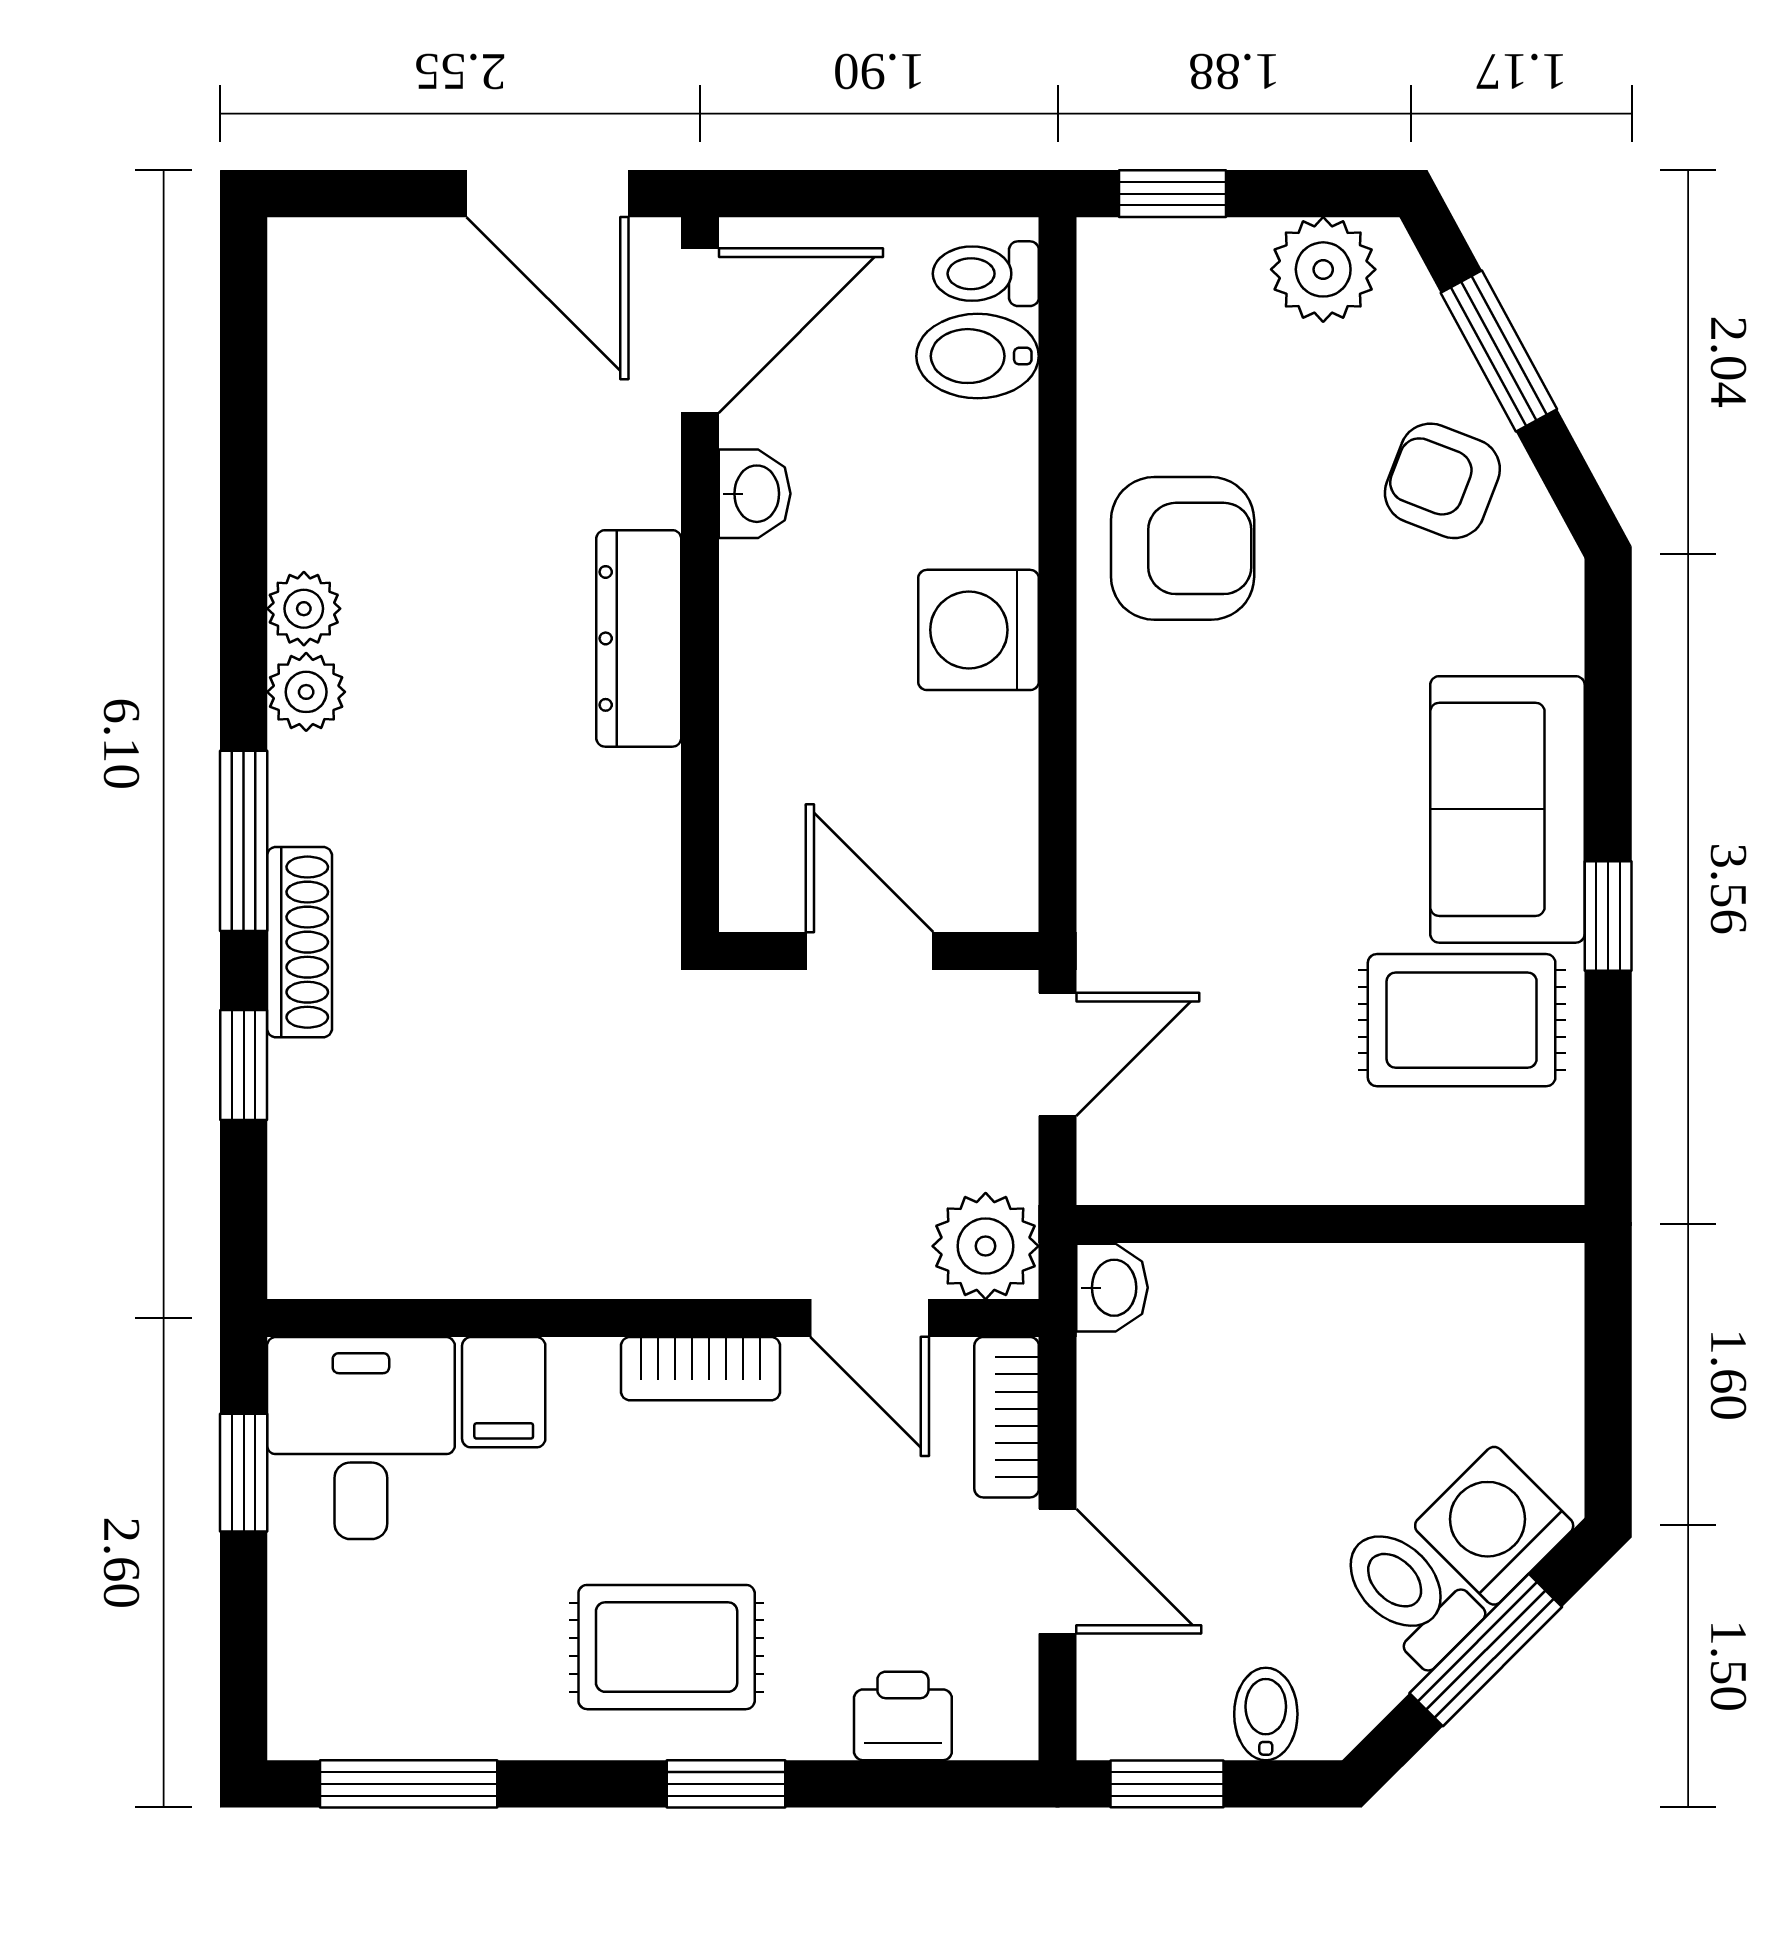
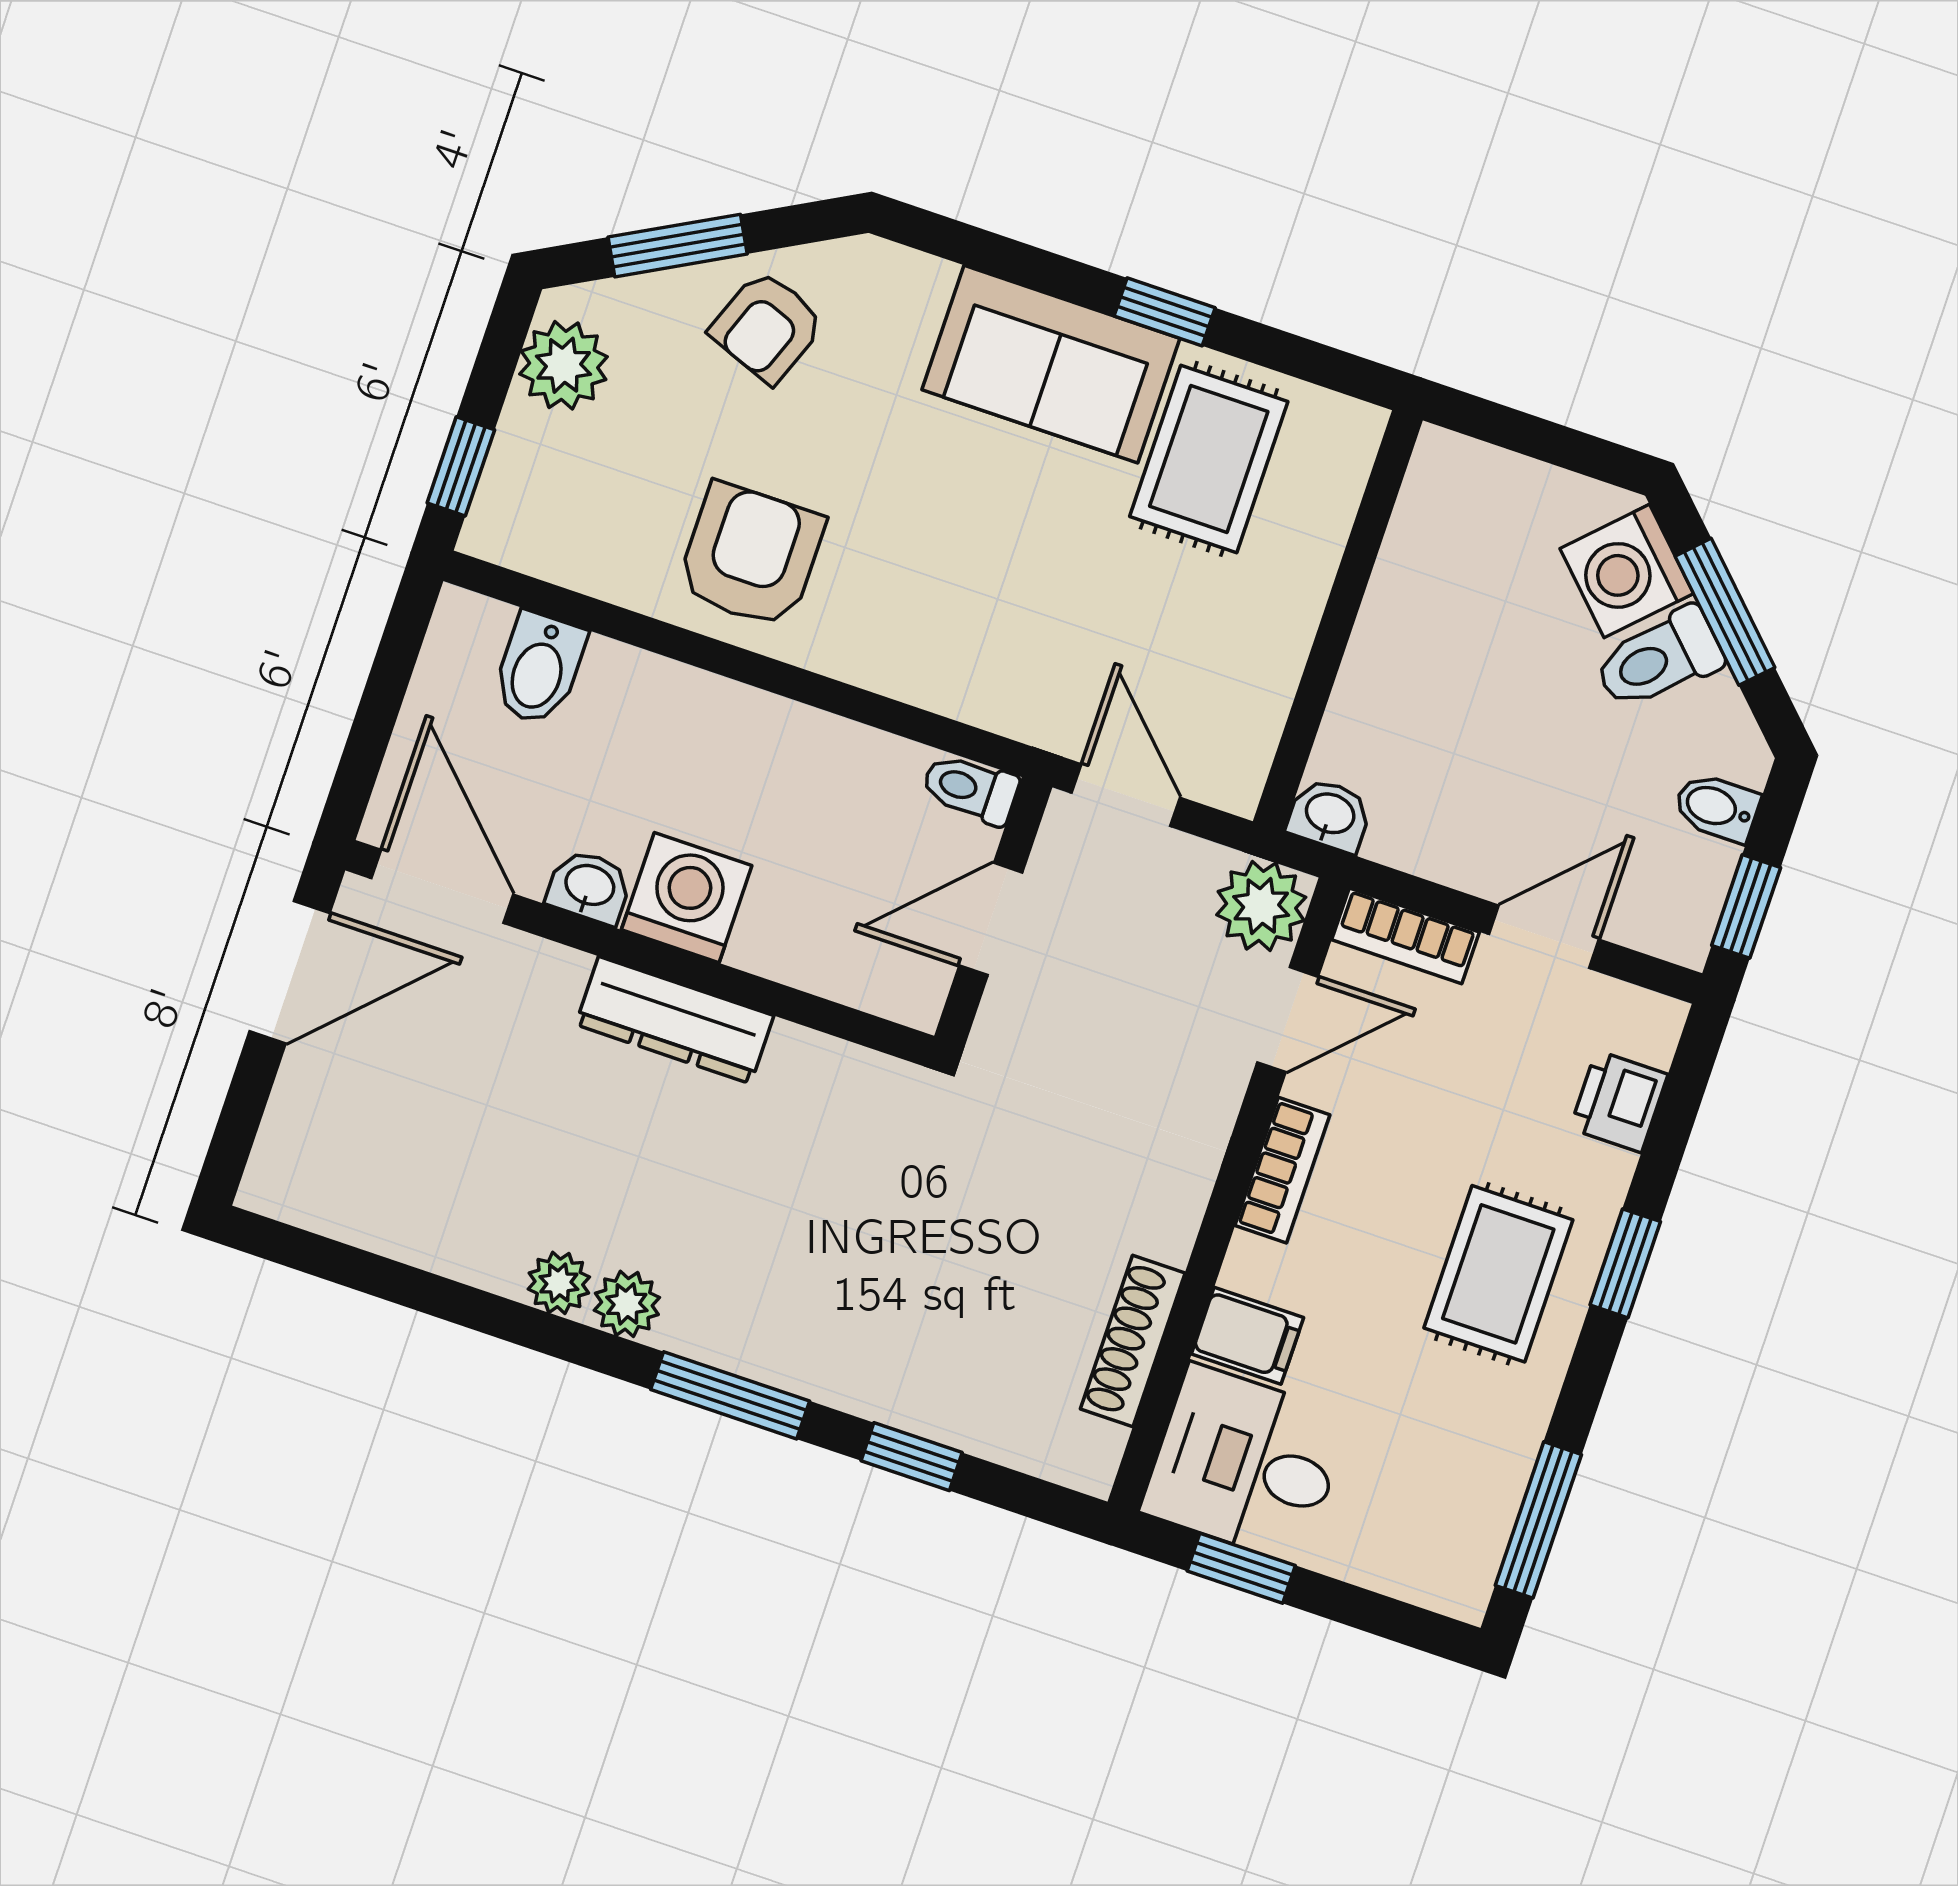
toilet: (986, 274) -> (970, 789), moved, turned 90
washing machine: (978, 630) -> (687, 898), moved, turned 180
shoe rack: (299, 942) -> (1133, 1341), moved, turned -90

